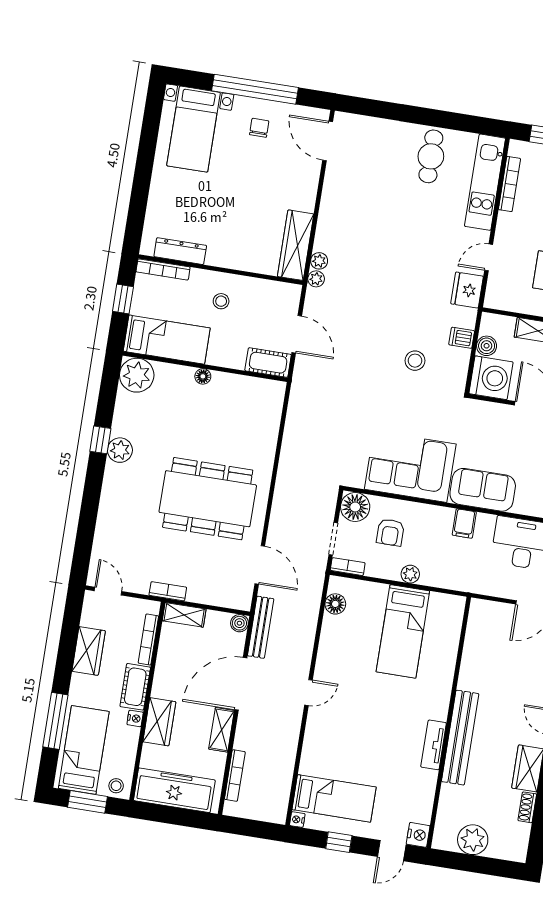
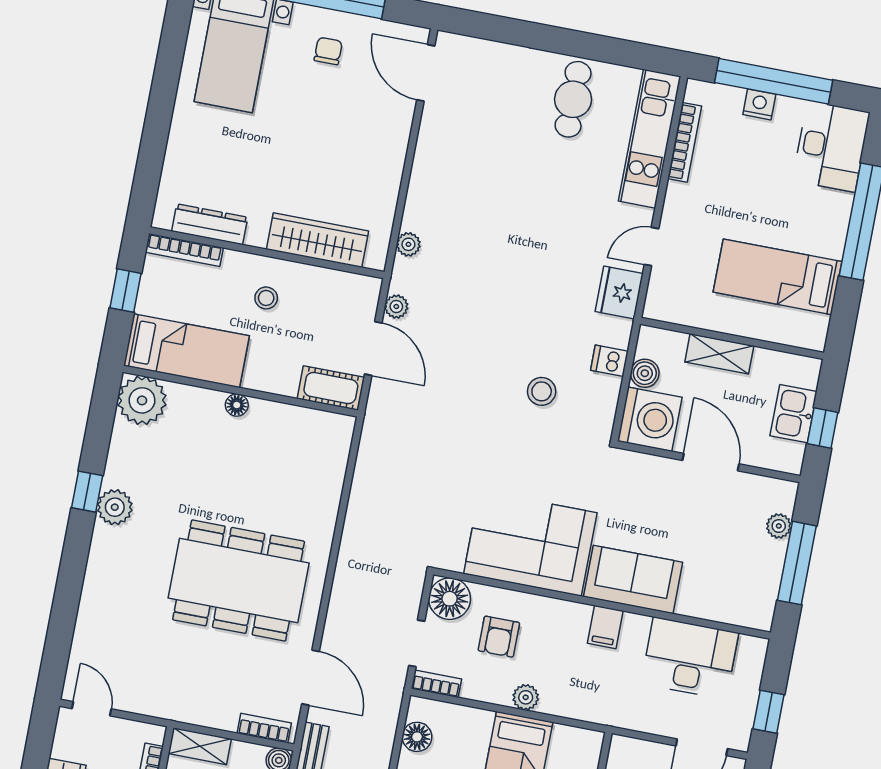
wardrobe: (296, 245) -> (318, 240), moved, turned 90
plant: (316, 279) -> (396, 307), moved
bookcase: (168, 591) -> (264, 728), moved

